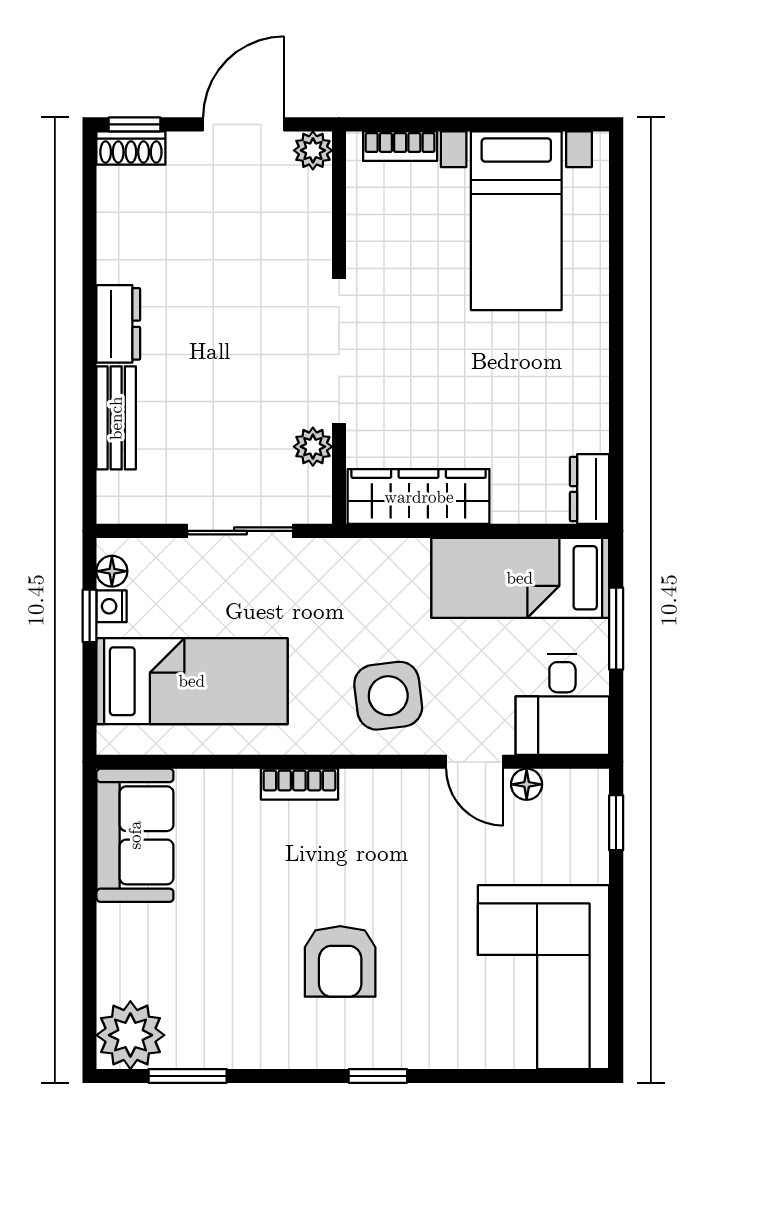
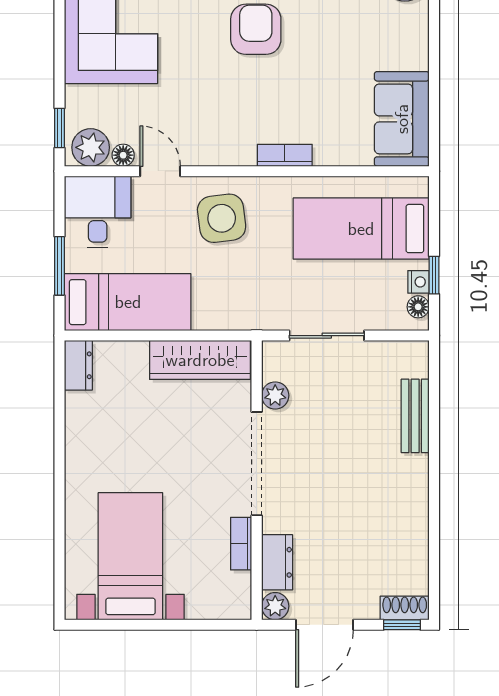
bookcase: (400, 146) -> (241, 544), moved, turned -90
dresser: (118, 324) -> (277, 562), moved, turned 180
plant: (572, 795) -> (91, 147), added

